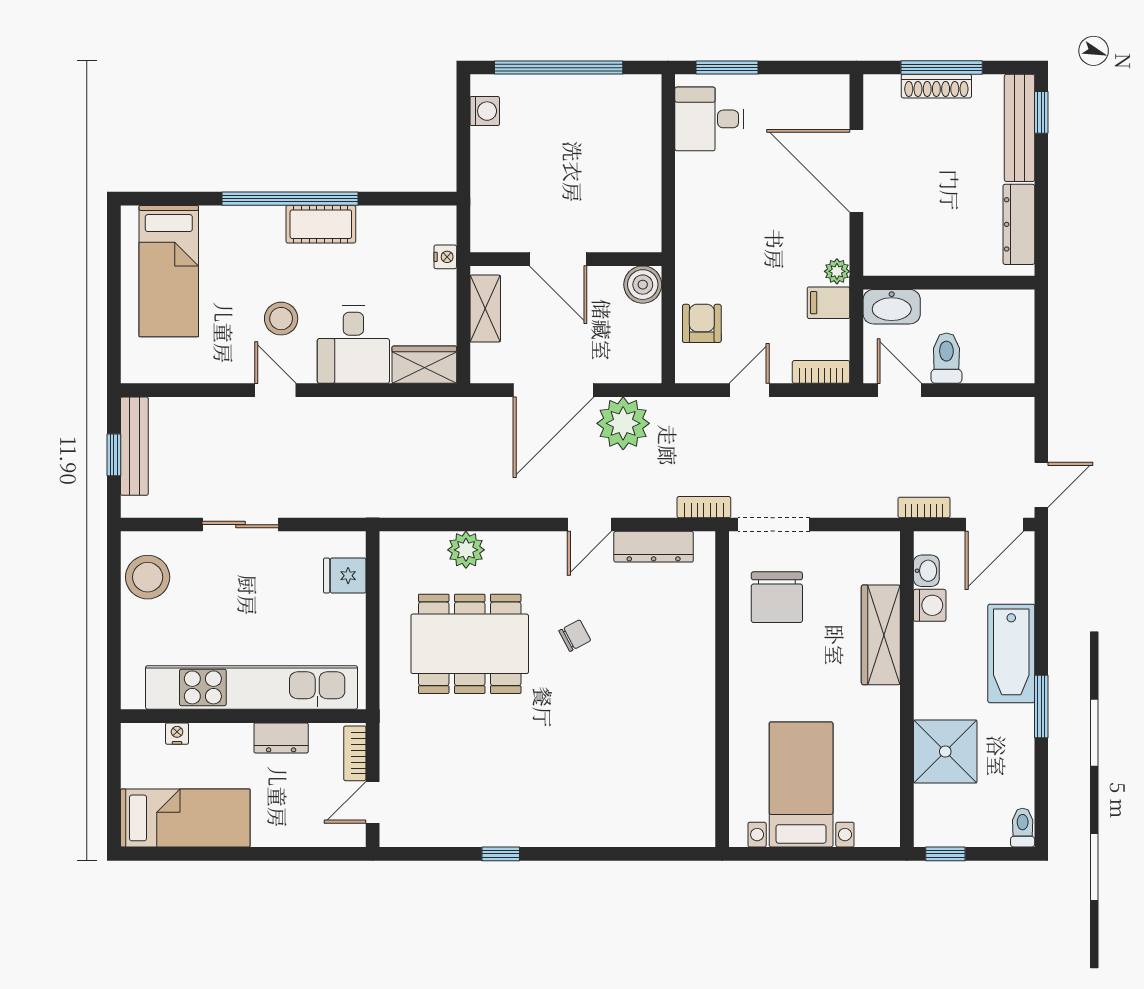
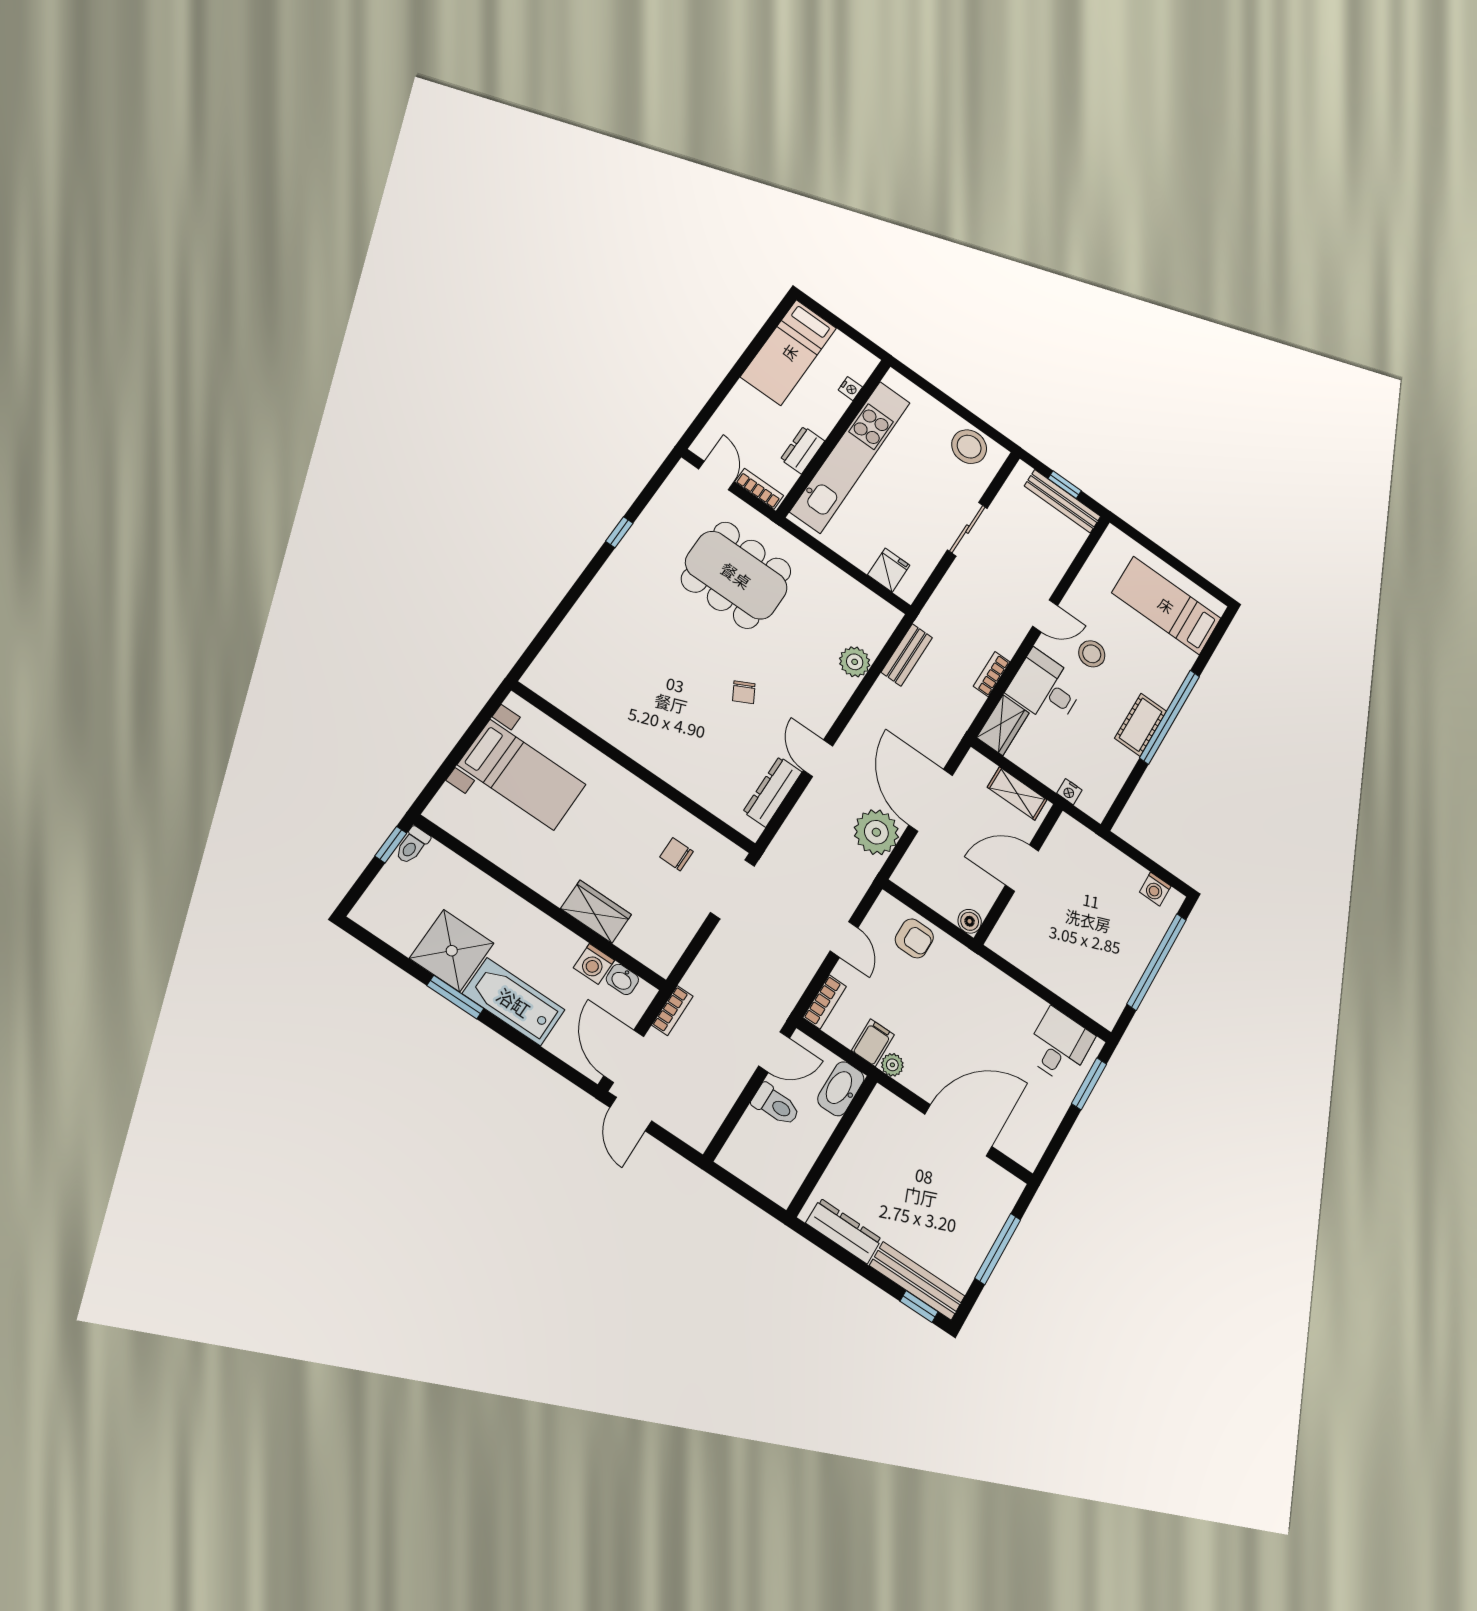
shoe rack: (936, 86) -> (986, 1235), removed
boiler: (643, 285) -> (970, 921), width x0.73, depth x0.73
bench: (421, 504) -> (907, 655), added
bookcase: (704, 507) -> (992, 674), moved, turned 180
chair: (777, 597) -> (676, 854), width x0.54, depth x0.54
wardrobe: (881, 635) -> (596, 912), width x0.67
dining table: (470, 644) -> (736, 575), moved, turned 90
shower: (945, 752) -> (452, 951), moved
toilet: (1023, 828) -> (412, 845), moved, turned 90

